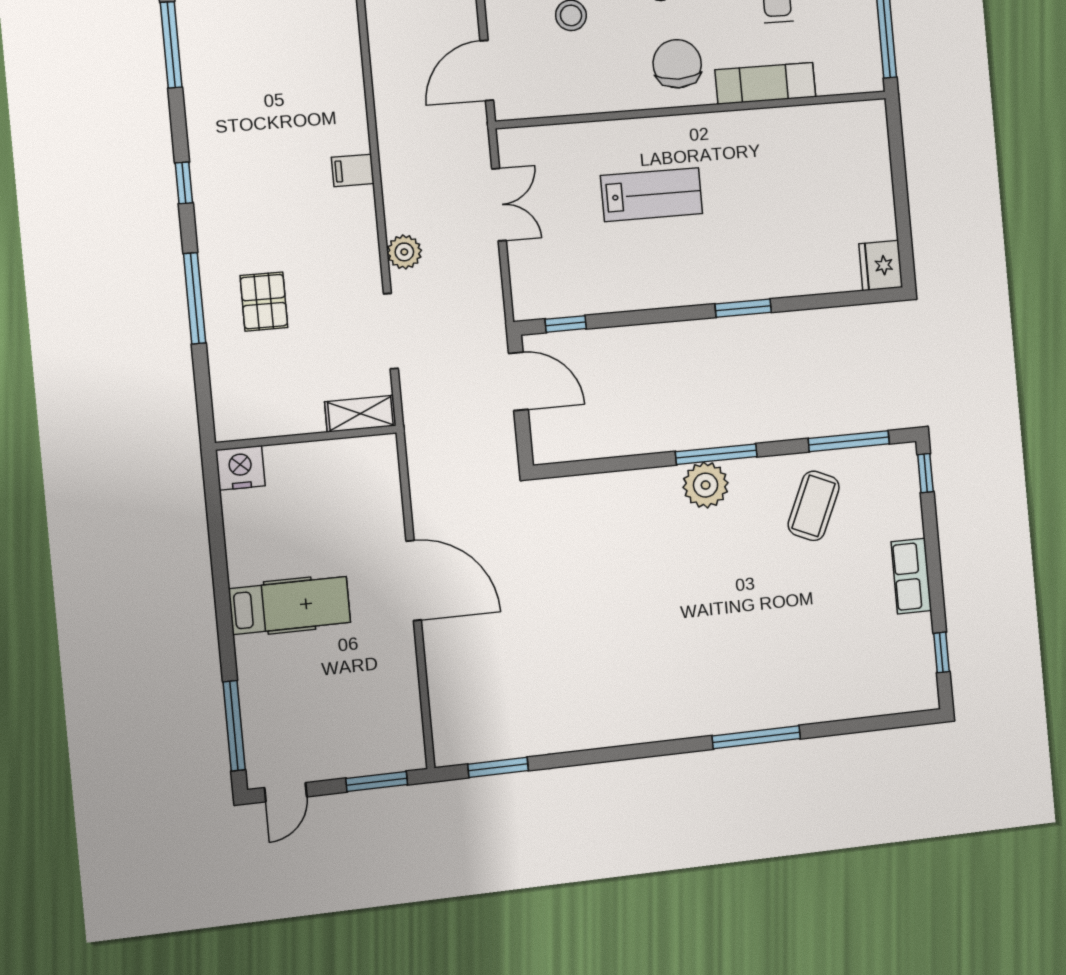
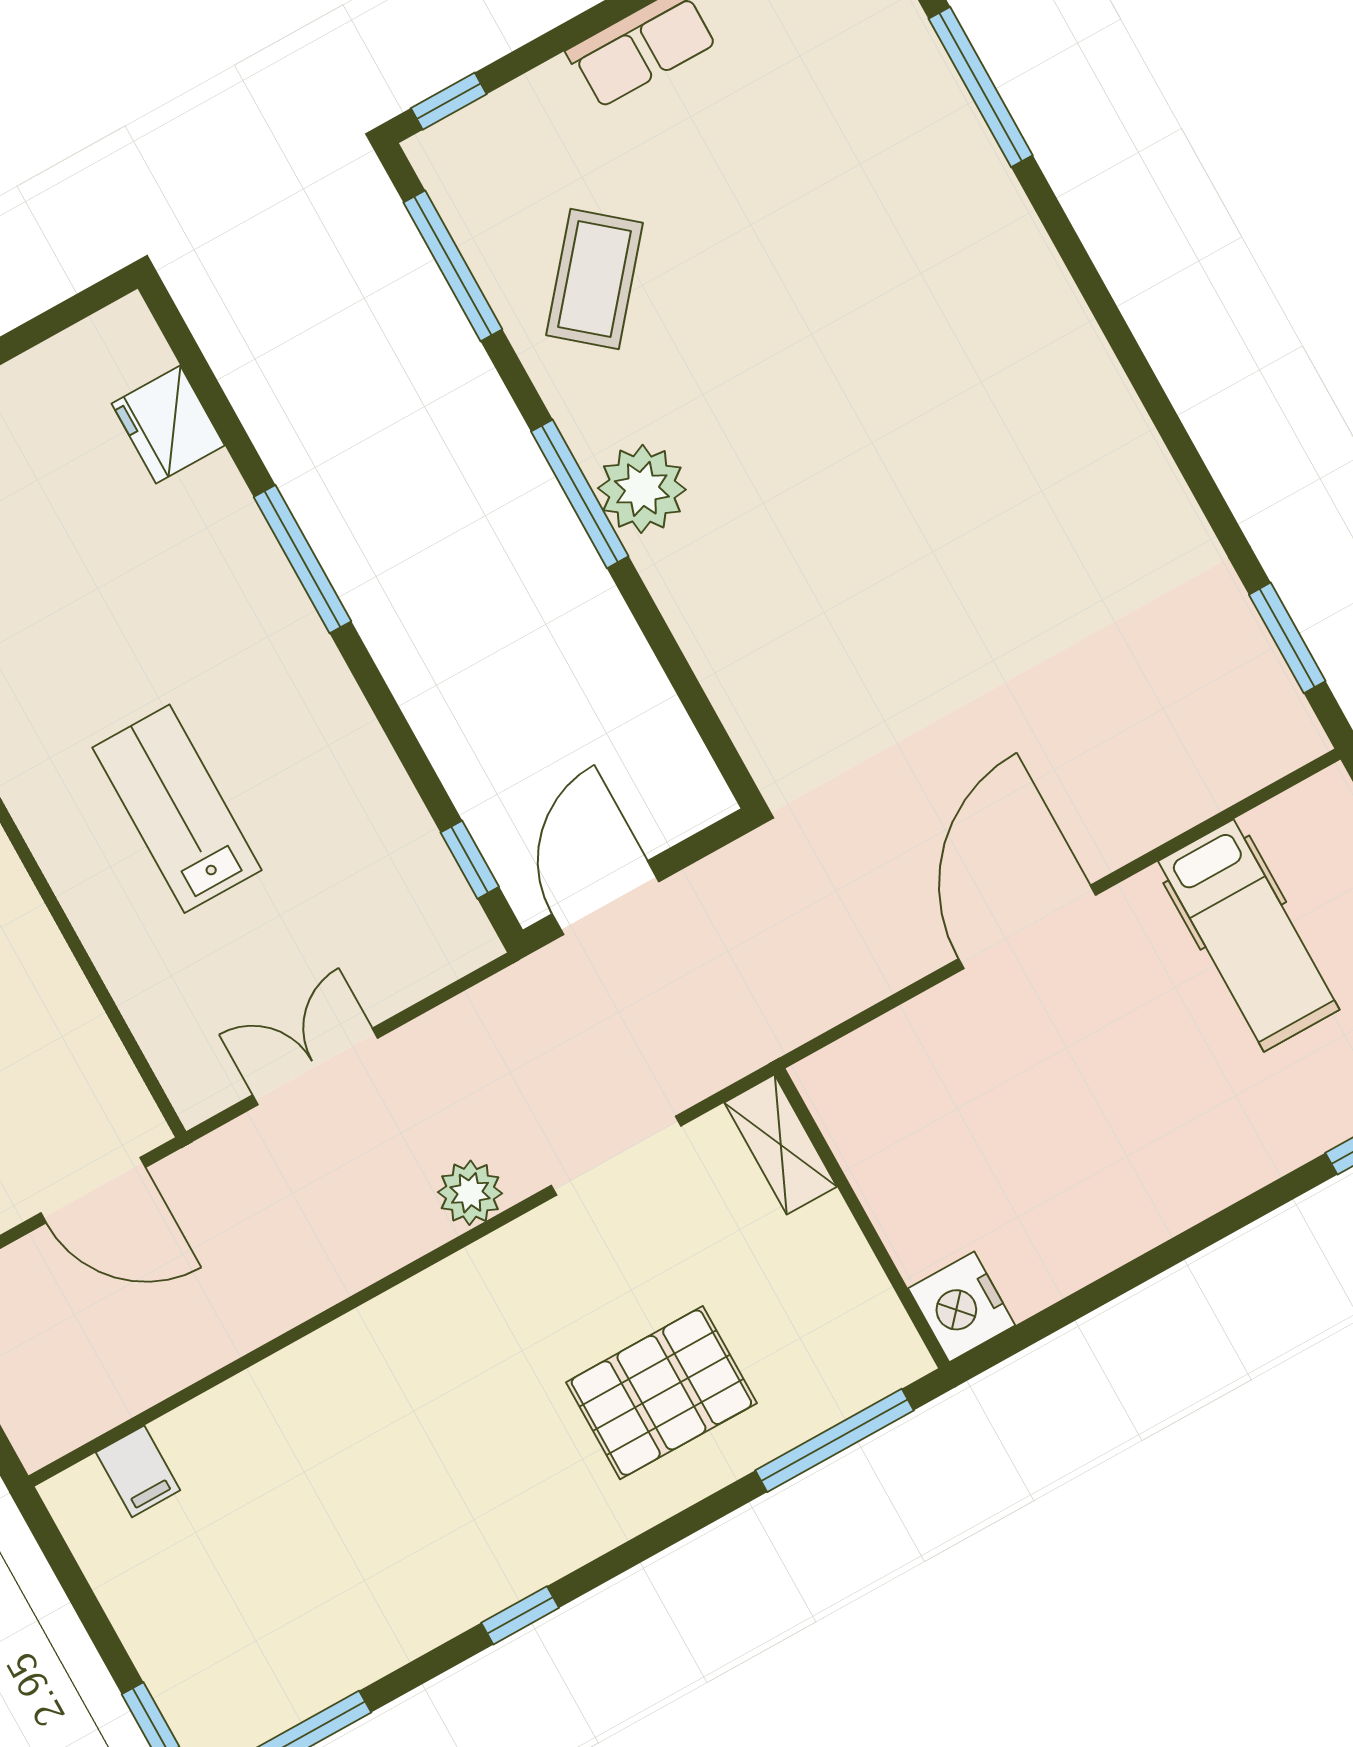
filing cabinet: (353, 170) -> (138, 1471), moved
fridge: (881, 265) -> (168, 425), moved, turned 90
window: (195, 298) -> (835, 1440), moved
pallet: (264, 302) -> (661, 1393), width x1.50, depth x1.42
window: (743, 308) -> (302, 559), width x1.44
coffee table: (814, 506) -> (595, 279), turned -74
hospital bed: (290, 606) -> (1249, 935), moved, turned 180
window: (756, 737) -> (981, 87), moved

